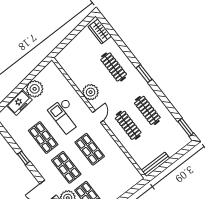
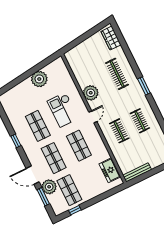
freezer: (19, 103) -> (110, 170), moved, turned 97
clothes rail: (147, 110) -> (140, 121), width x0.73
clothes rail: (128, 125) -> (119, 131), width x0.73

